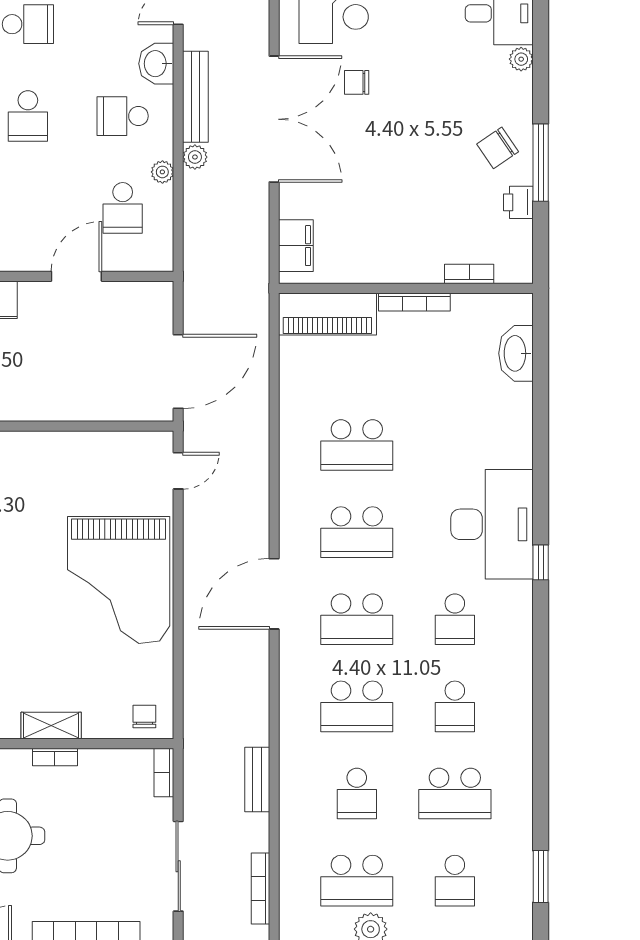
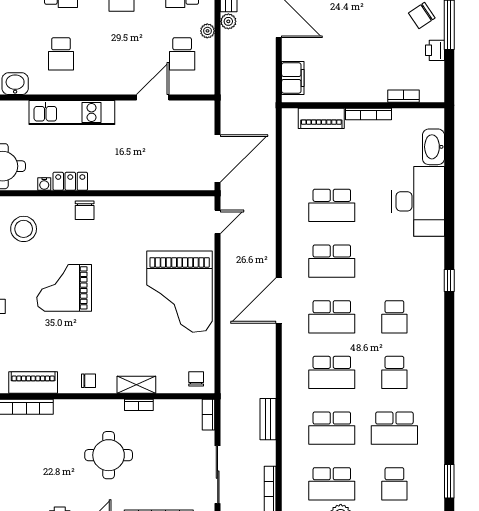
piano: (327, 314) -> (321, 118), width x0.73, depth x0.75
desk: (492, 524) -> (418, 201), moved
school desk: (357, 794) -> (332, 428), width x1.85

